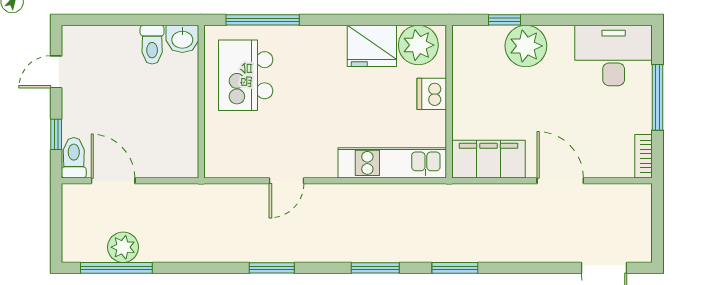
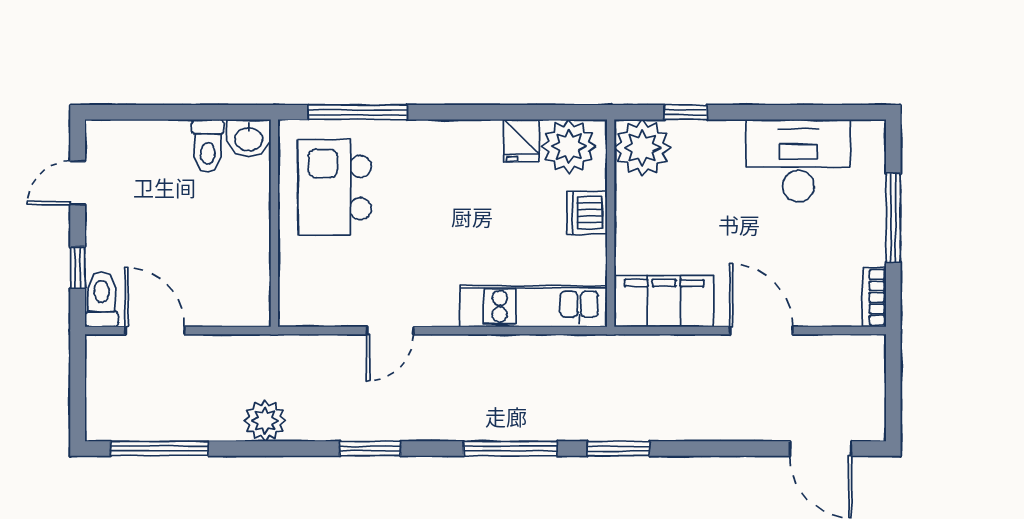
fridge: (372, 46) -> (521, 141), width x0.53, depth x0.75
plant: (526, 46) -> (642, 148), moved
desk: (614, 56) -> (798, 161), moved
plant: (123, 247) -> (265, 421), moved
window: (375, 268) -> (510, 449), width x1.44

